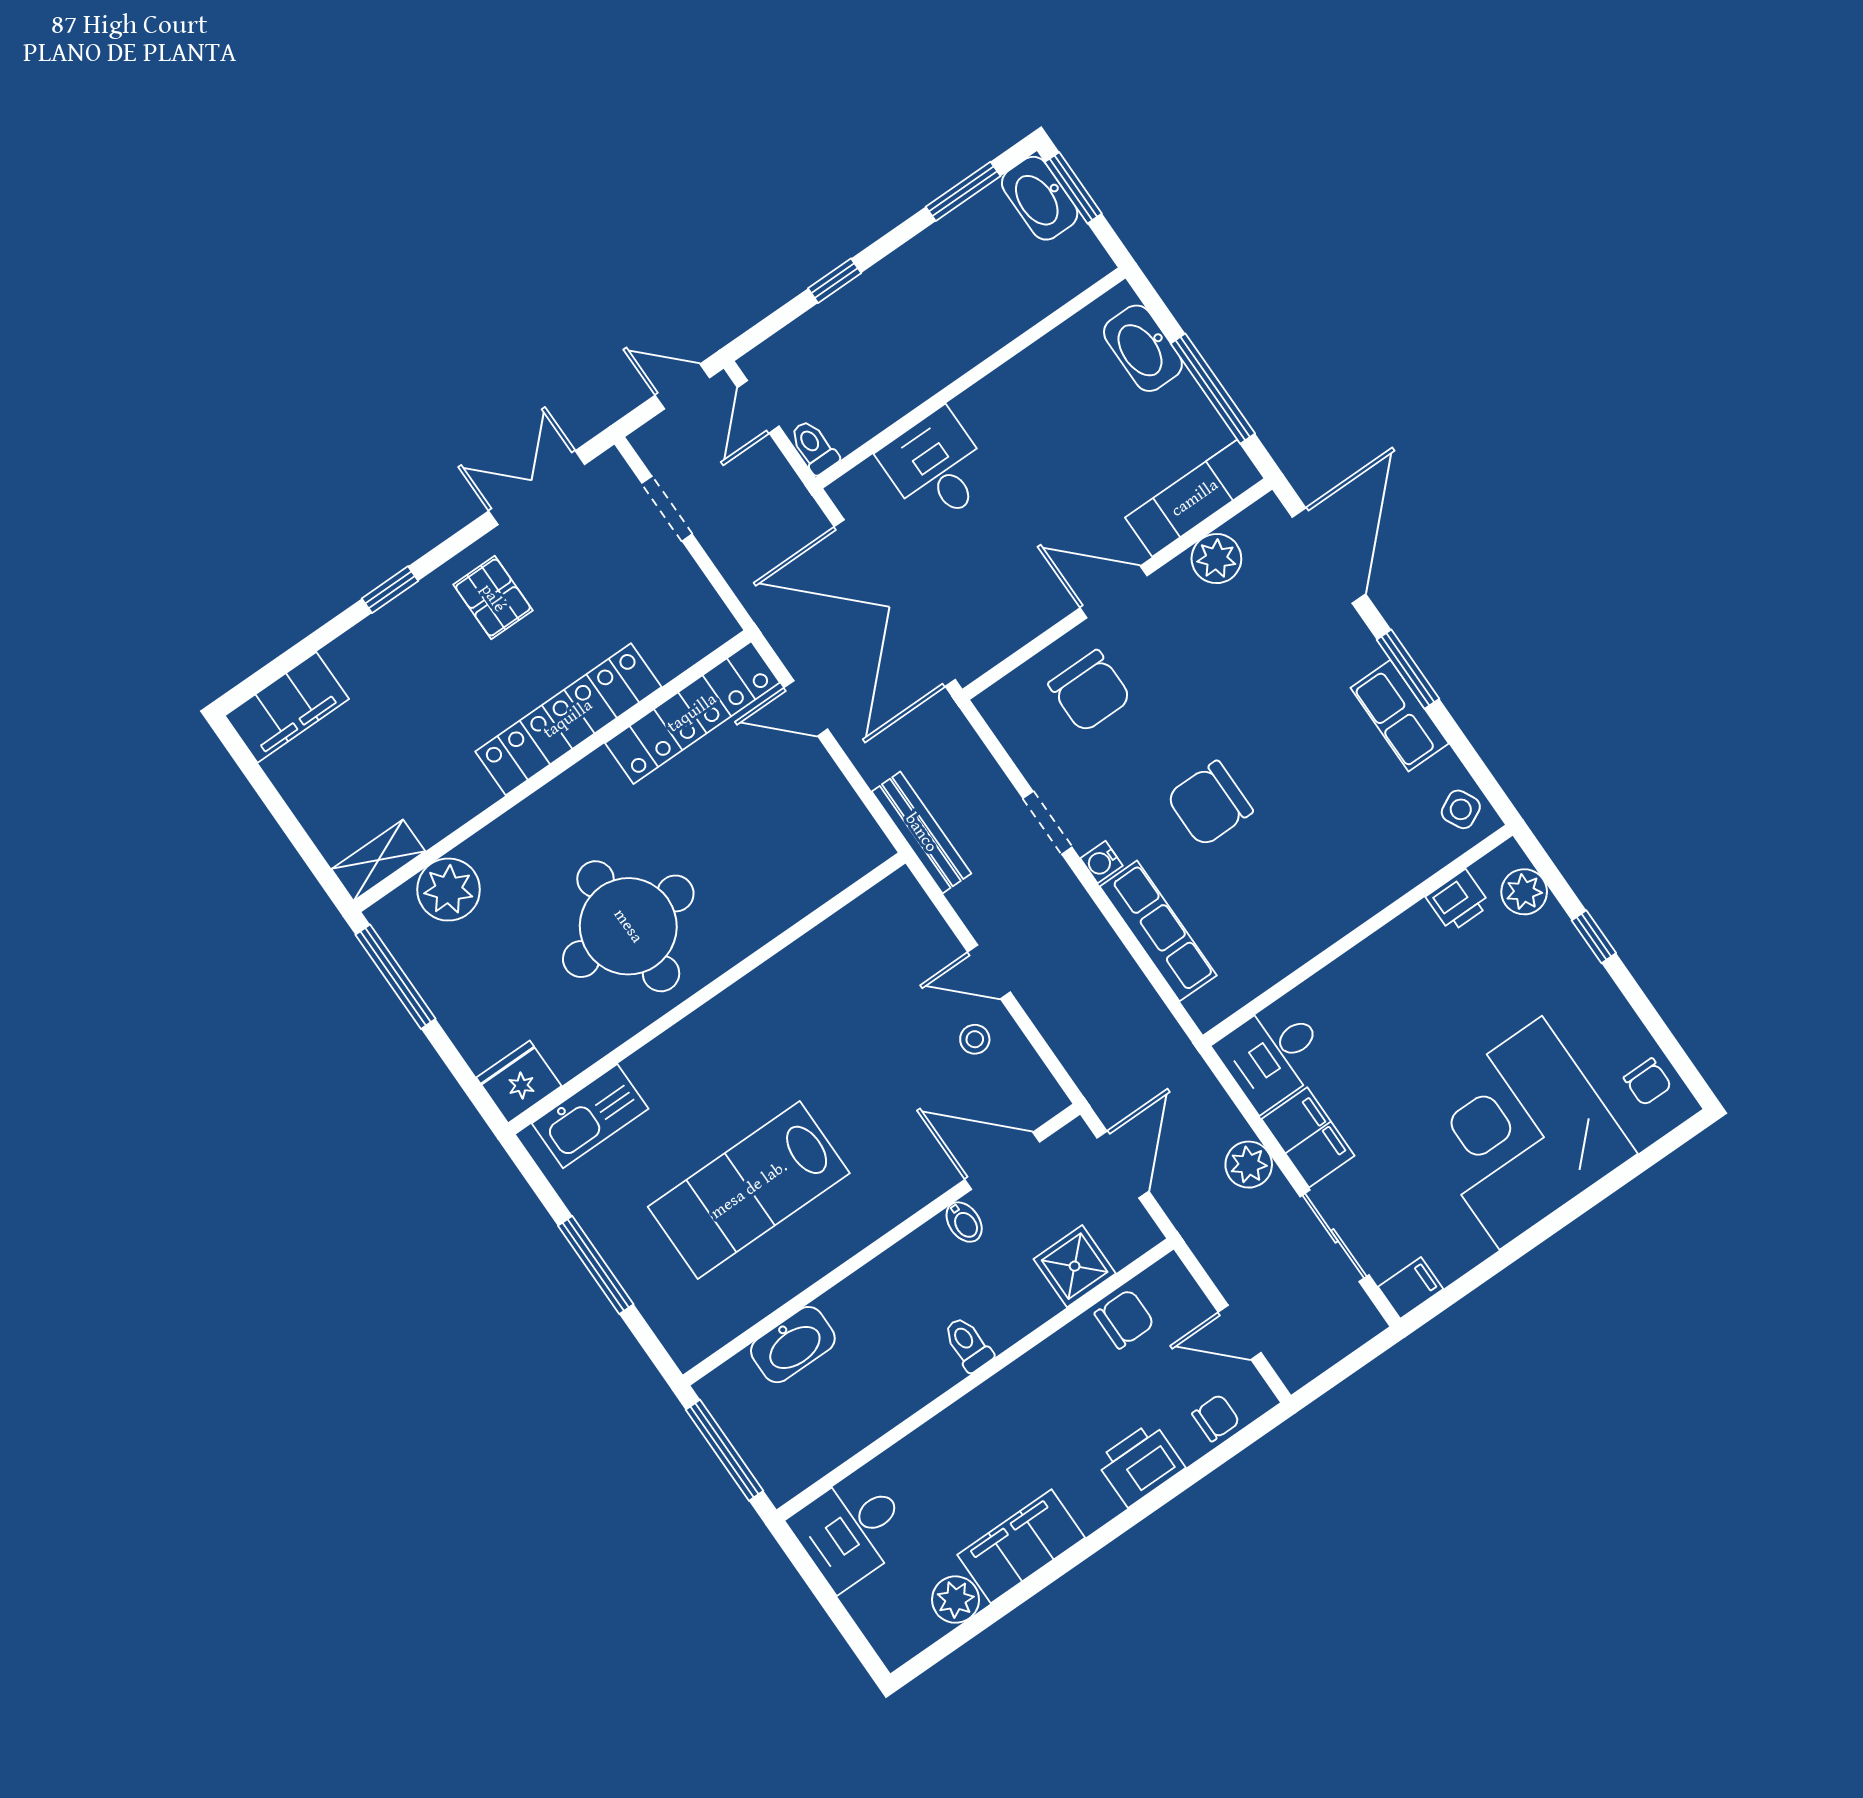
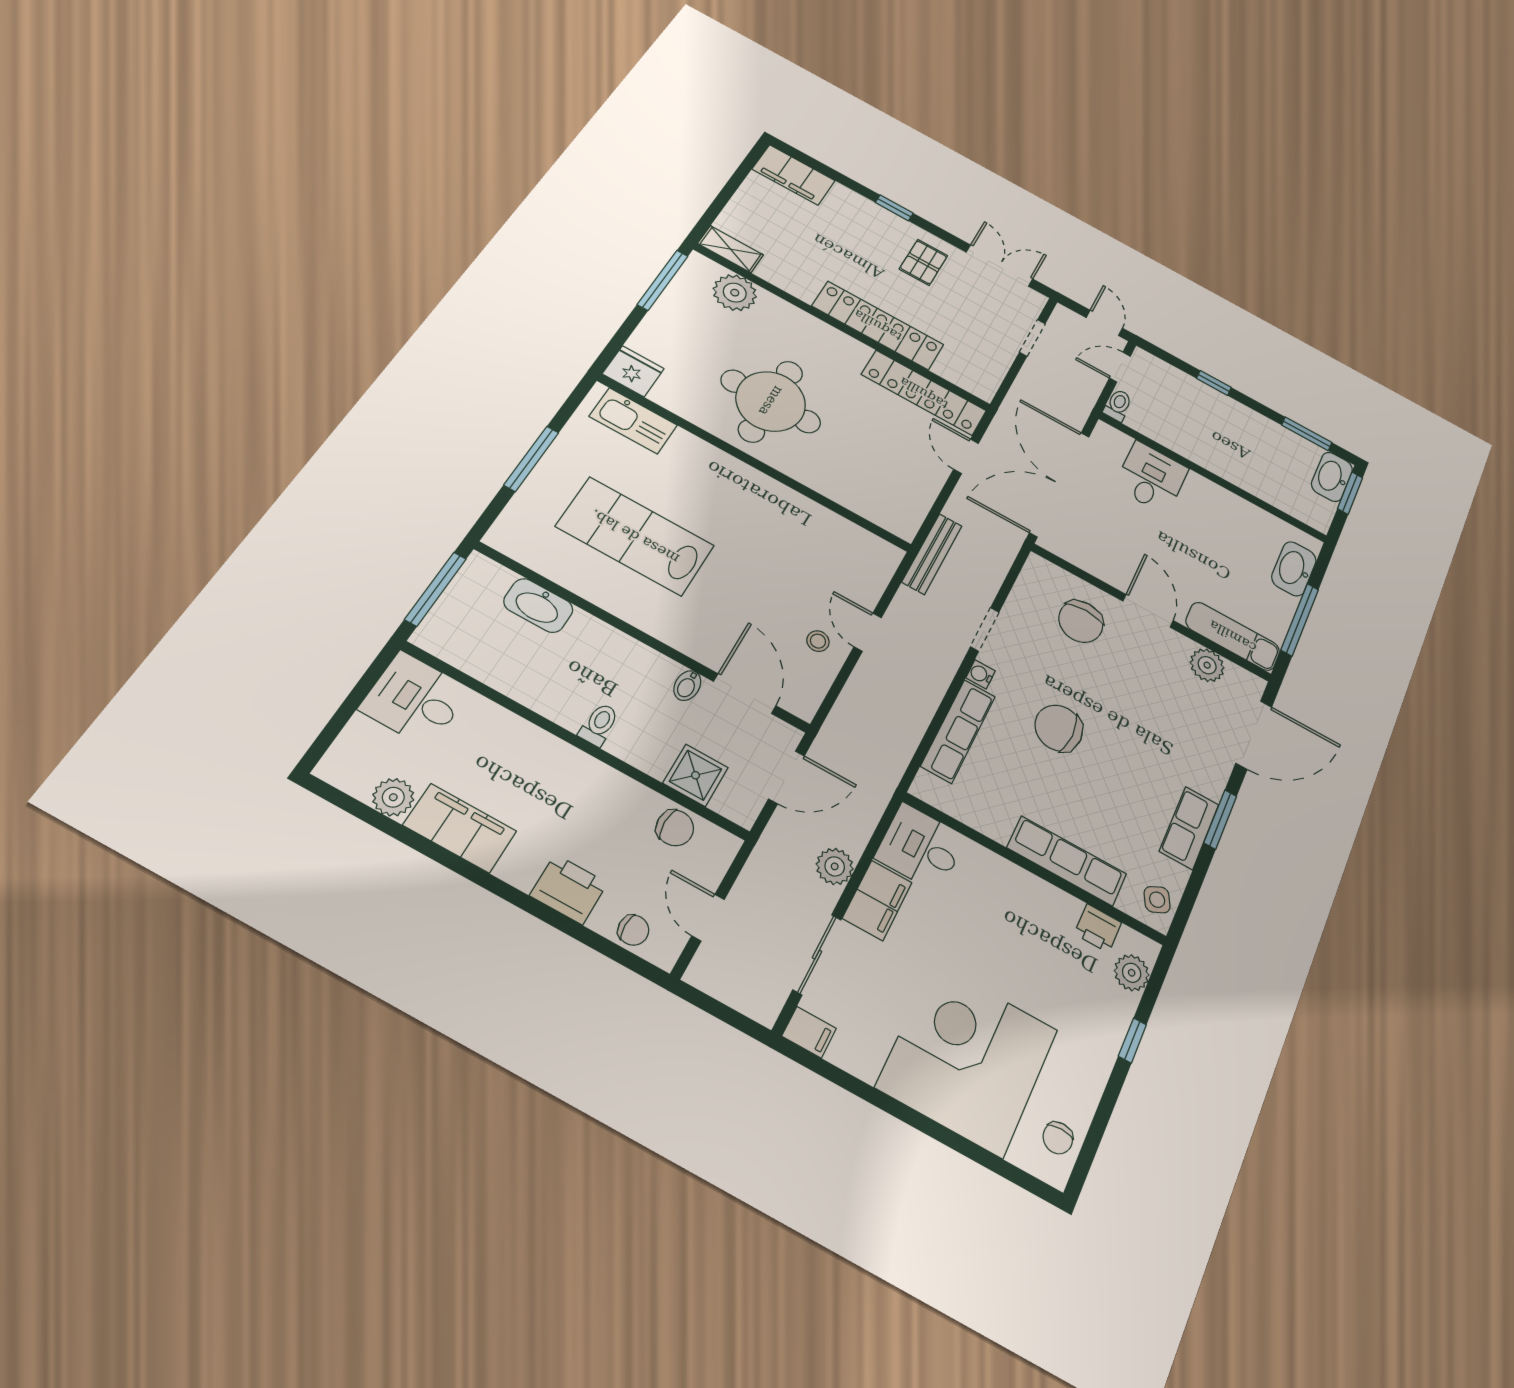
row of seats: (1367, 891) -> (1067, 861), added

